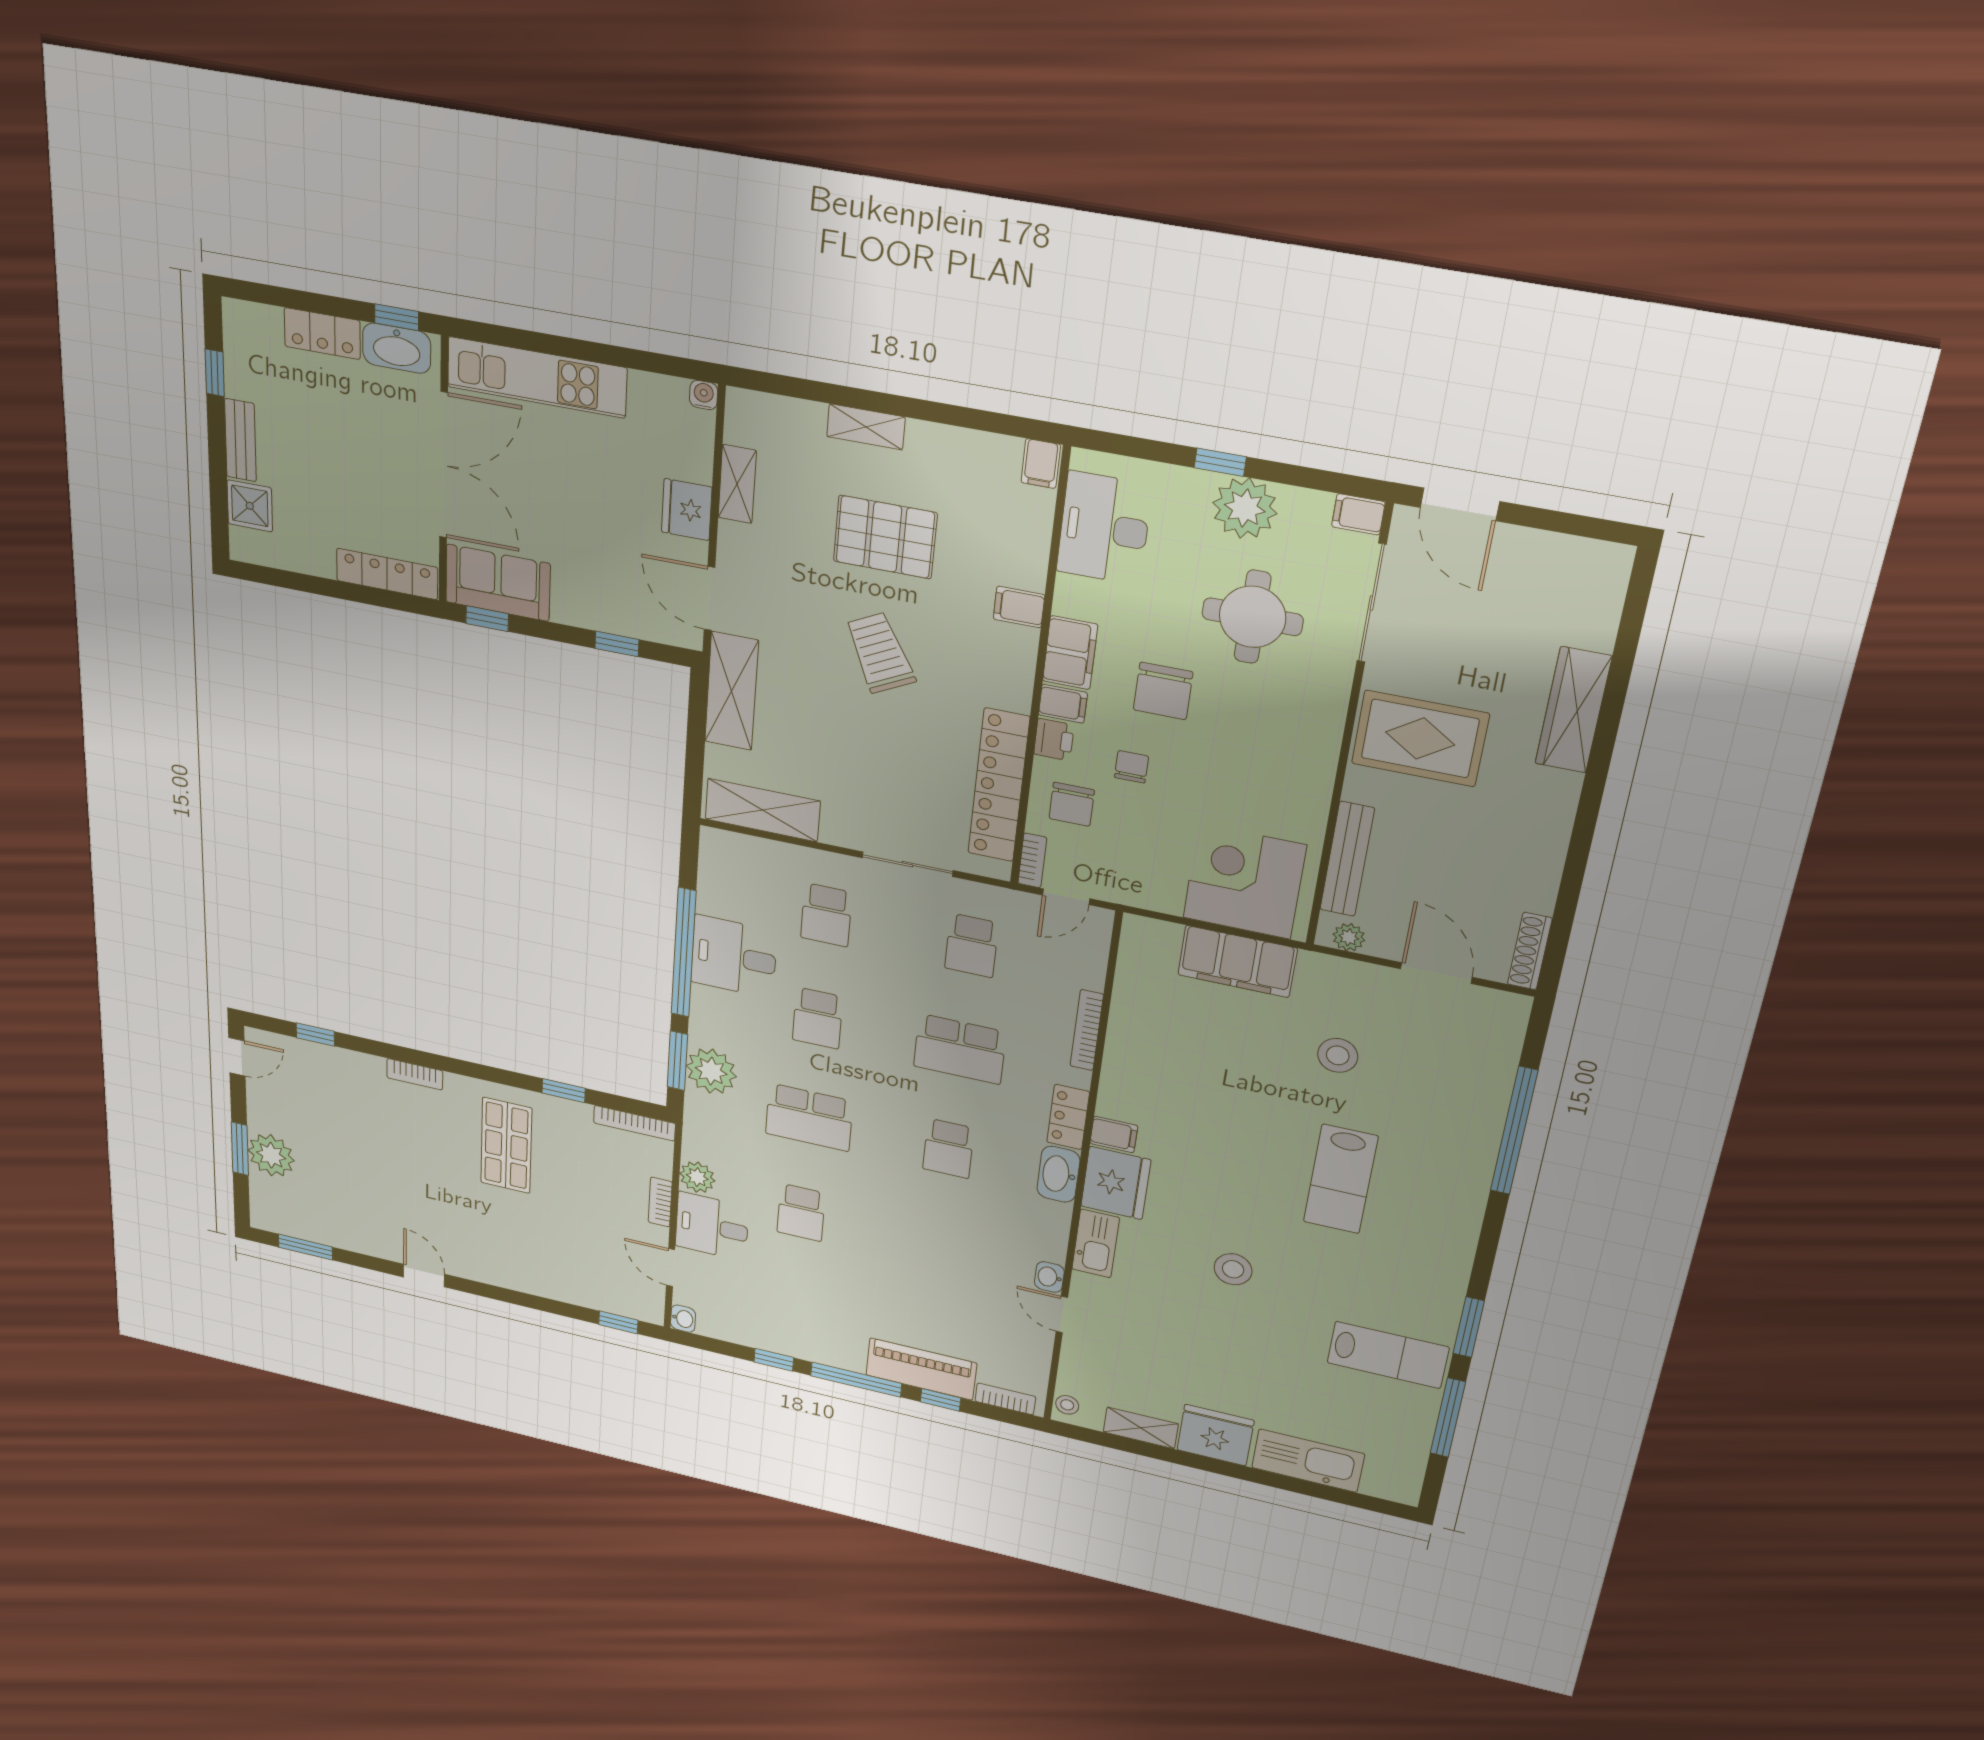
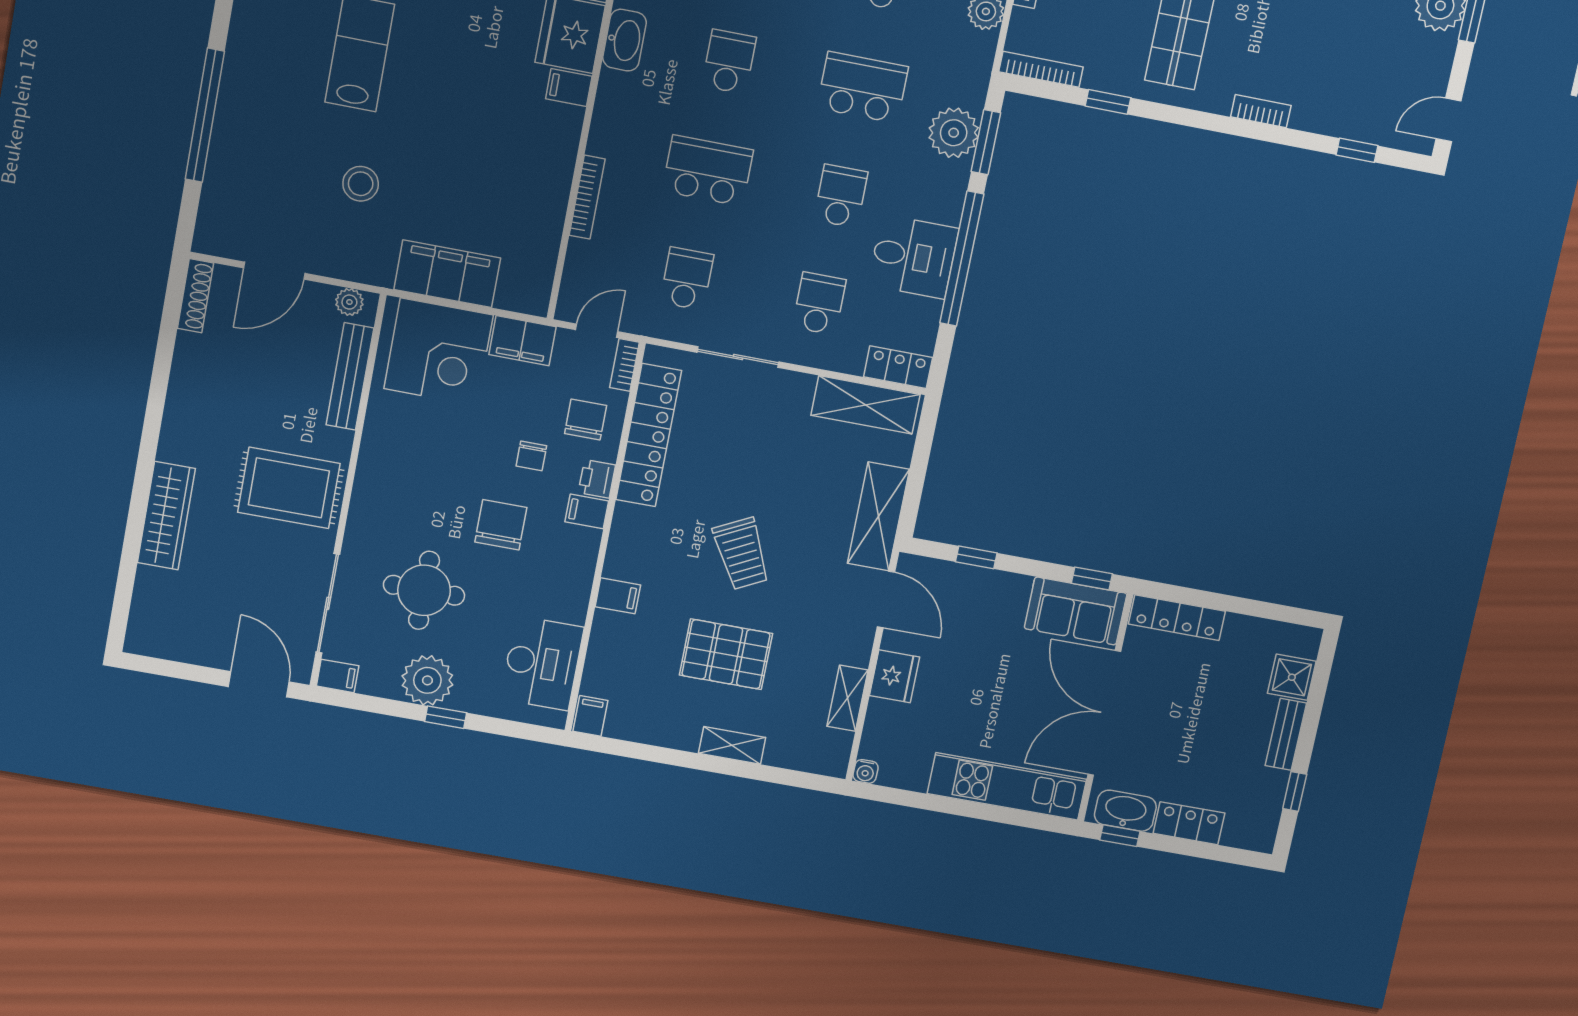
filing cabinet: (1070, 653) -> (522, 341), moved, turned -90
door: (1436, 973) -> (274, 271), hinge flipped
locker: (1068, 1117) -> (898, 367), moved, turned -90

